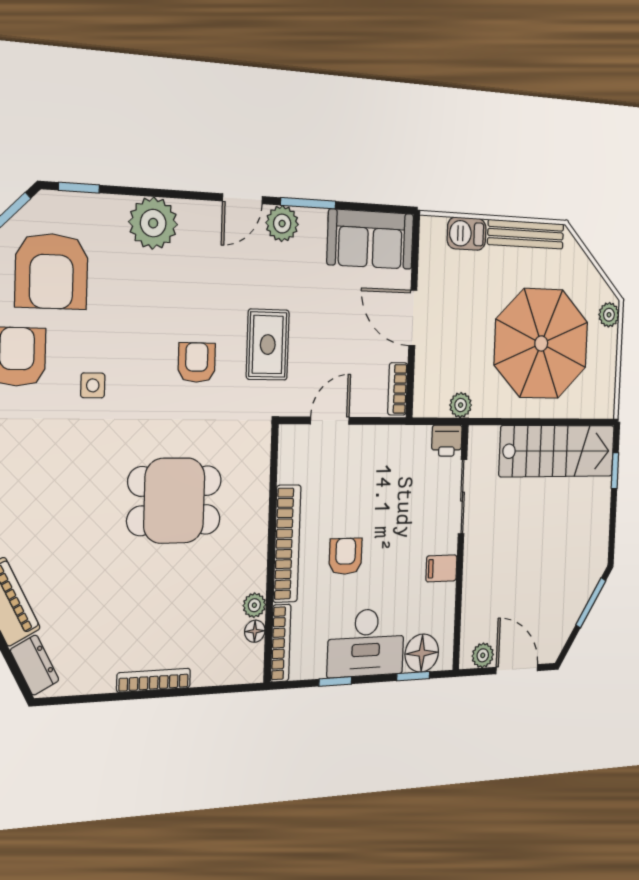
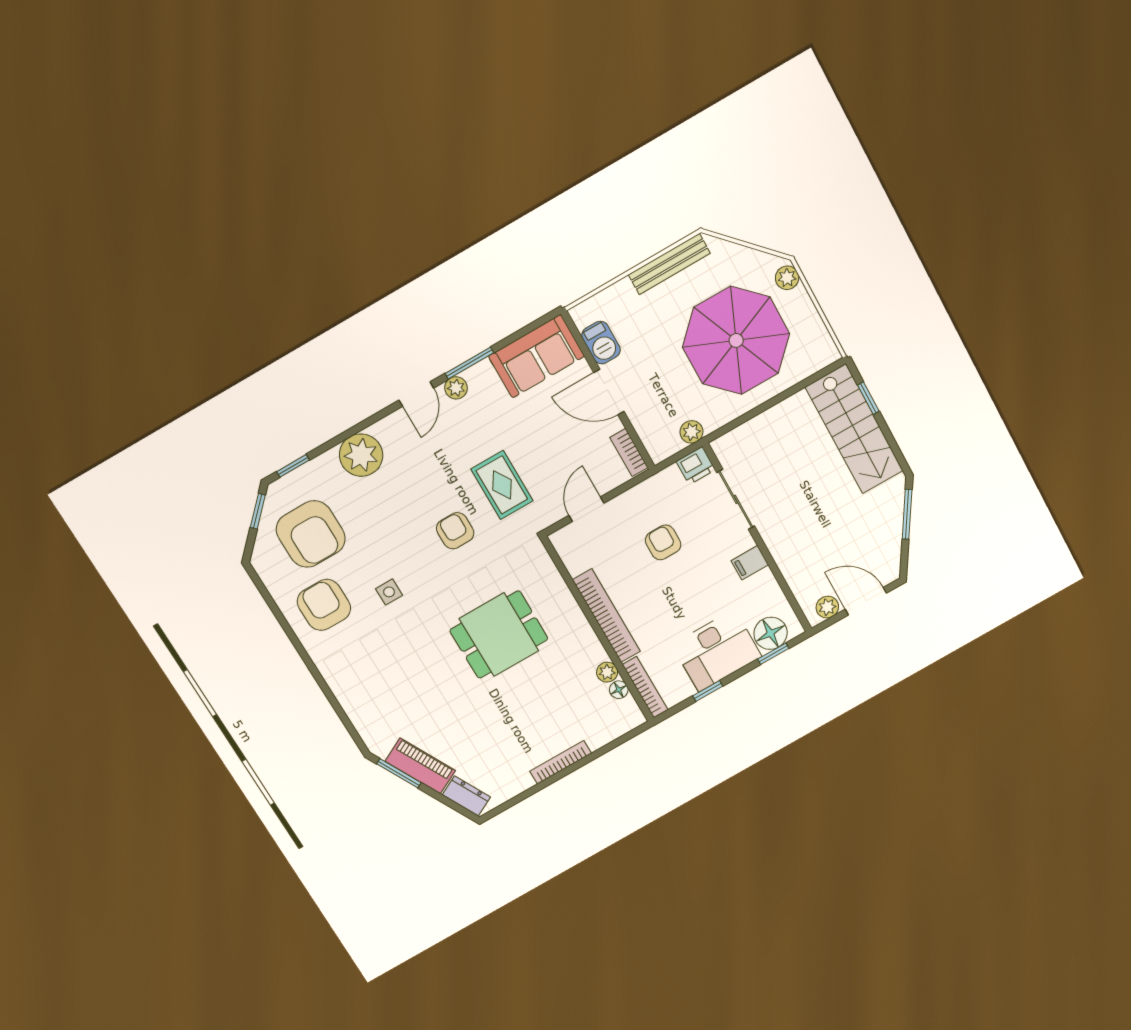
plant: (282, 224) -> (456, 388), width x0.73, depth x0.73
barbecue: (467, 234) -> (601, 343), moved, turned -90
stairs: (557, 451) -> (854, 429), moved, turned 90
armchair: (346, 556) -> (663, 542), moved

